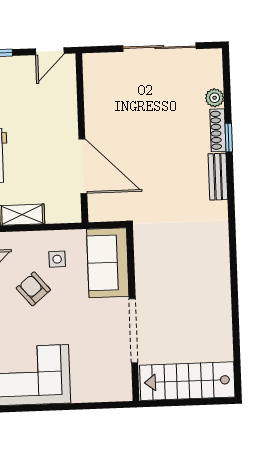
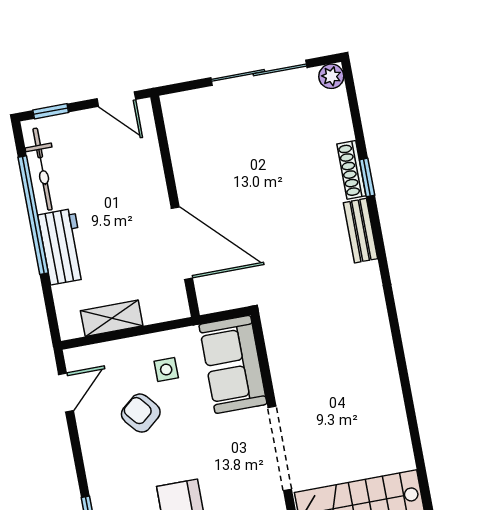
door: (50, 51) -> (116, 99), hinge flipped
plant: (215, 98) -> (331, 76), moved

